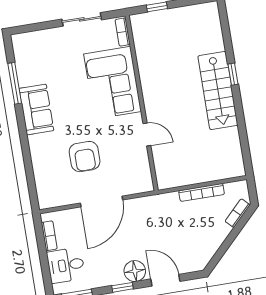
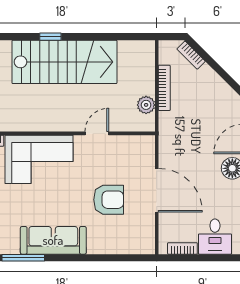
stairs: (218, 91) -> (64, 62), width x1.36, depth x1.51
sofa: (36, 110) -> (53, 240), width x1.36
plant: (182, 178) -> (146, 105), added

